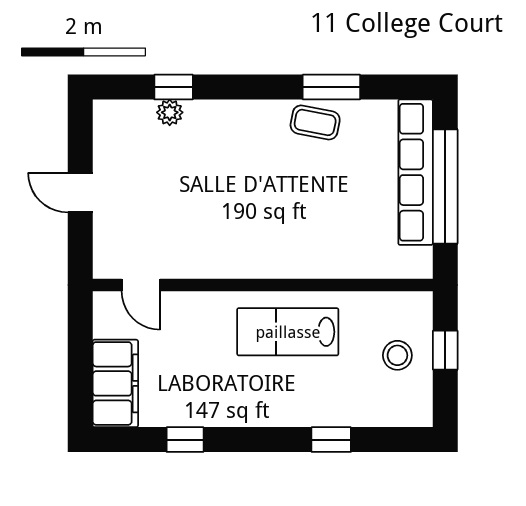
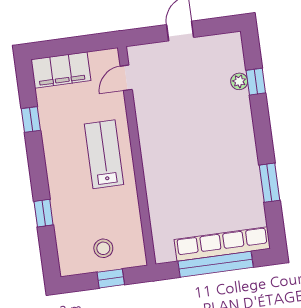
coffee table: (315, 122) -> (245, 175), removed
lab bench: (288, 332) -> (104, 154), moved

